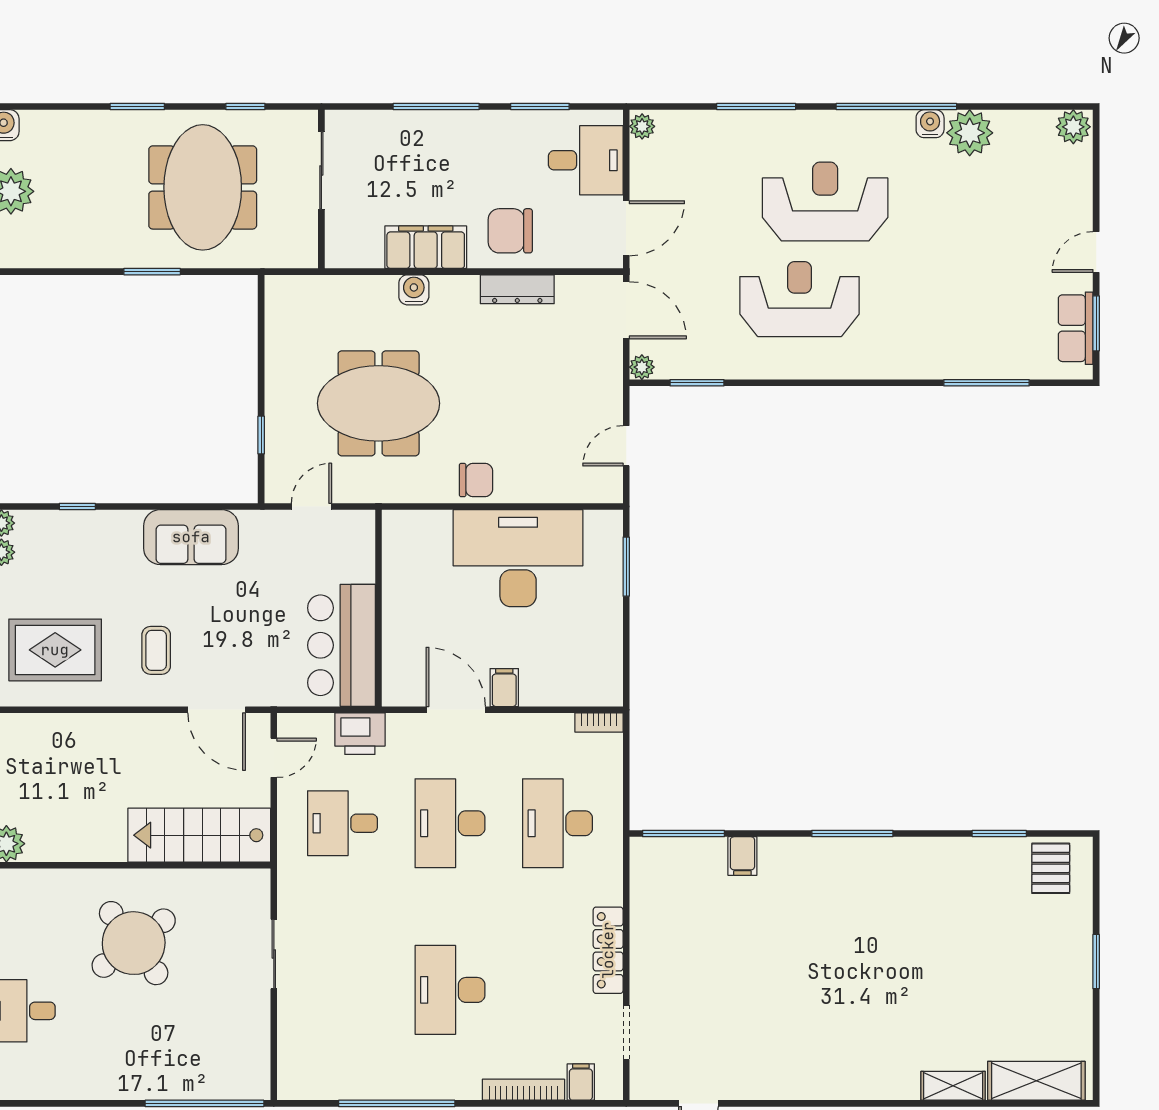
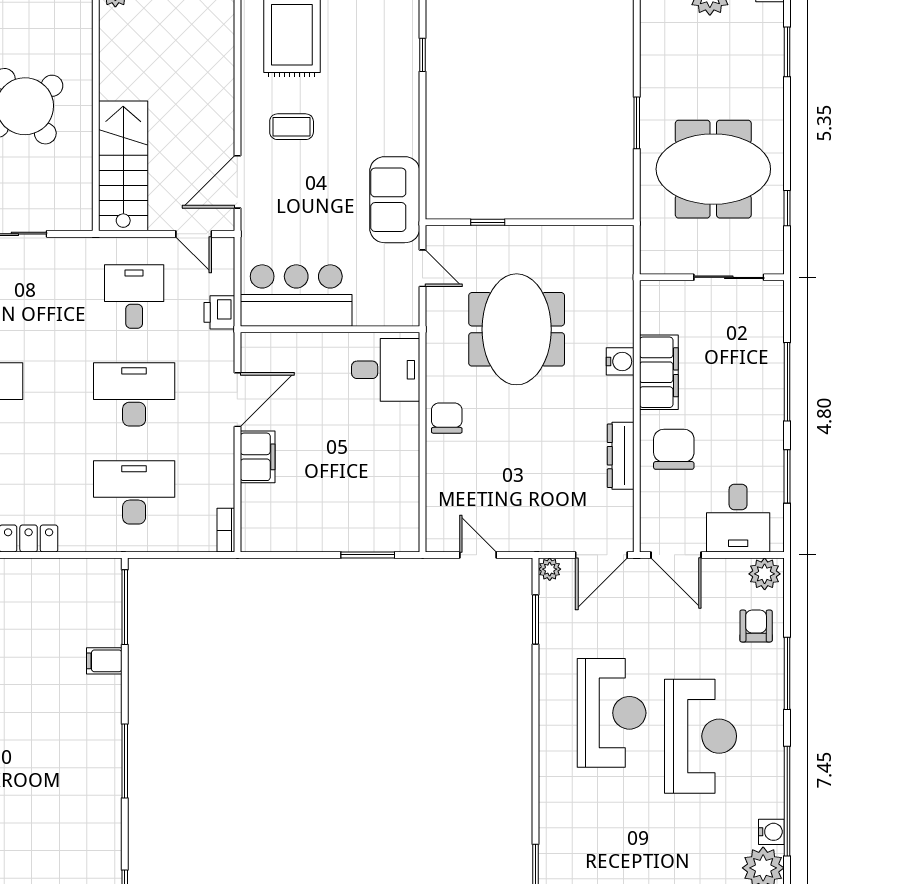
window: (137, 106) -> (787, 52), moved
plant: (642, 126) -> (765, 574), width x1.38, depth x1.38
armchair: (704, 141) -> (756, 626), added
chair: (476, 480) -> (447, 418), turned 180
sofa: (191, 537) -> (395, 200), moved
desk: (518, 558) -> (386, 370), moved, width x0.53, depth x0.77
filing cabinet: (504, 688) -> (258, 457), width x2.00
printer: (360, 734) -> (219, 312), width x0.73, depth x0.81

